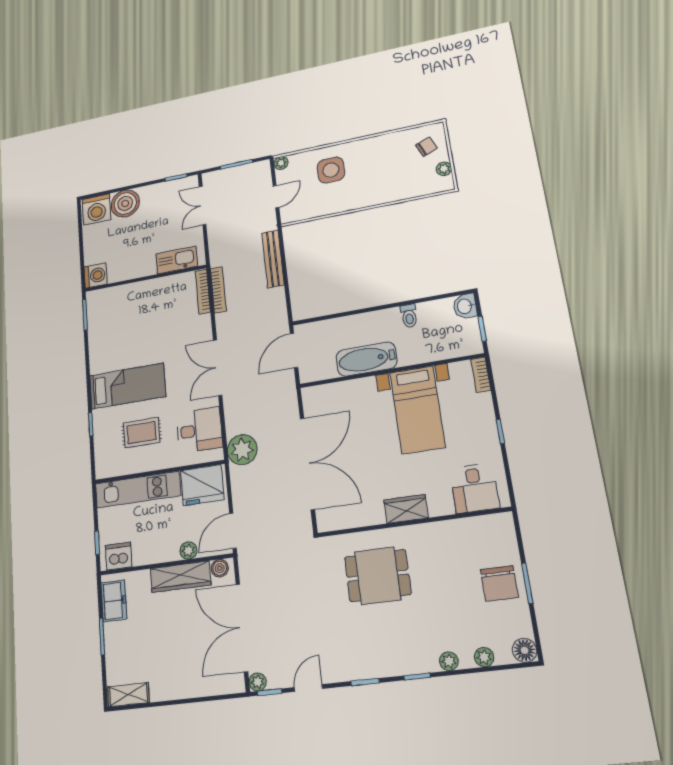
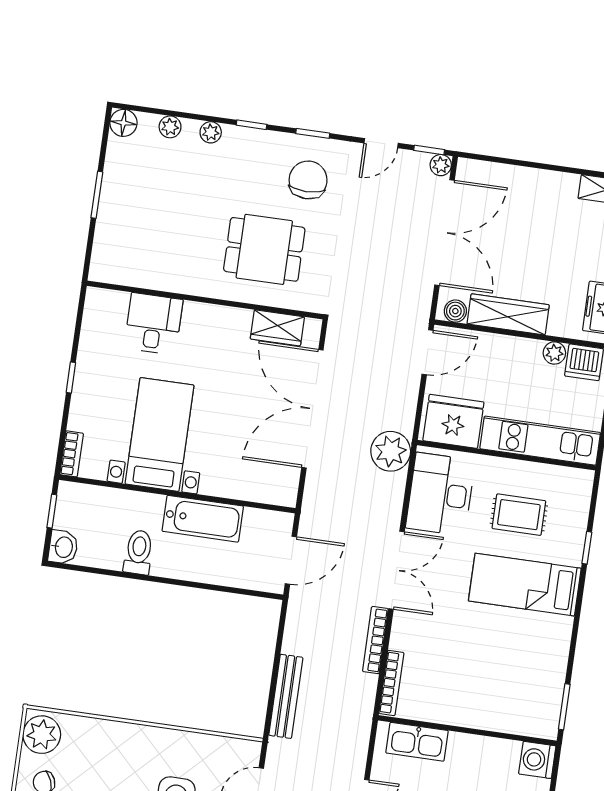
plant: (444, 169) -> (42, 735), width x1.87, depth x1.87
bookcase: (218, 290) -> (375, 640), moved
toilet: (409, 316) -> (139, 552), width x1.37, depth x1.39
desk: (199, 430) -> (440, 494), width x1.37
desk: (474, 488) -> (153, 324), moved
wardrobe: (406, 509) -> (277, 328), moved
plant: (188, 551) -> (554, 353), moved
chair: (499, 584) -> (308, 180), moved

